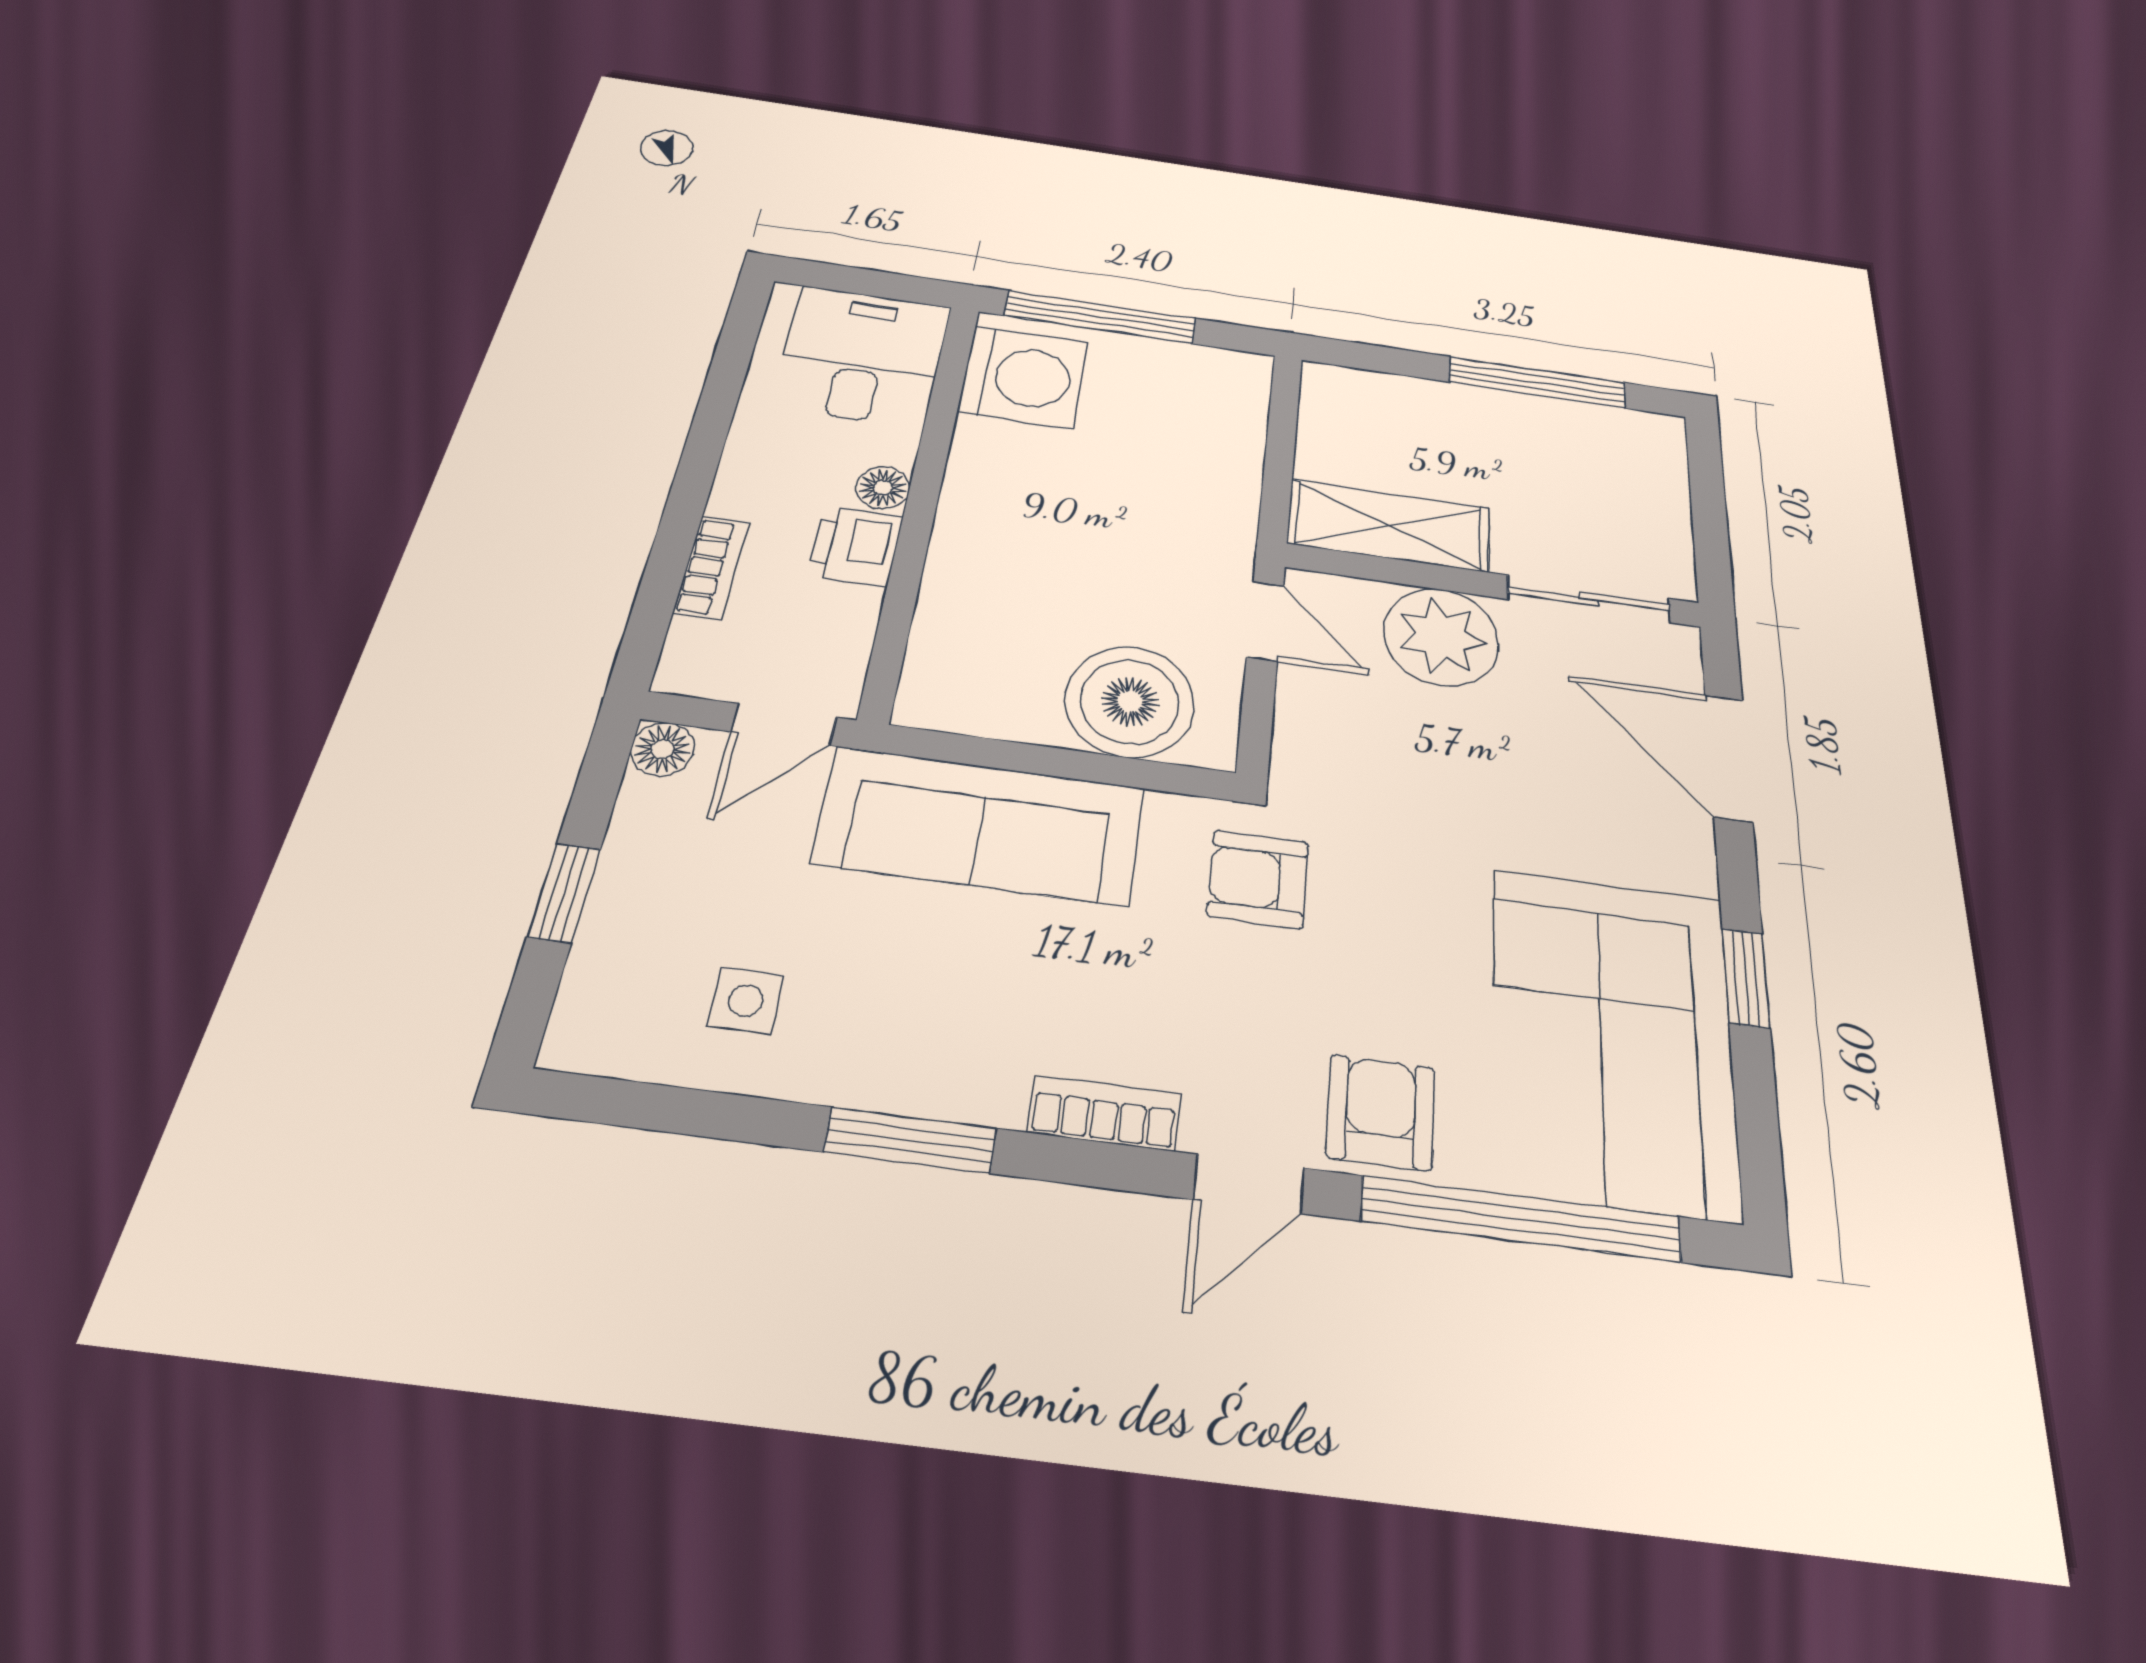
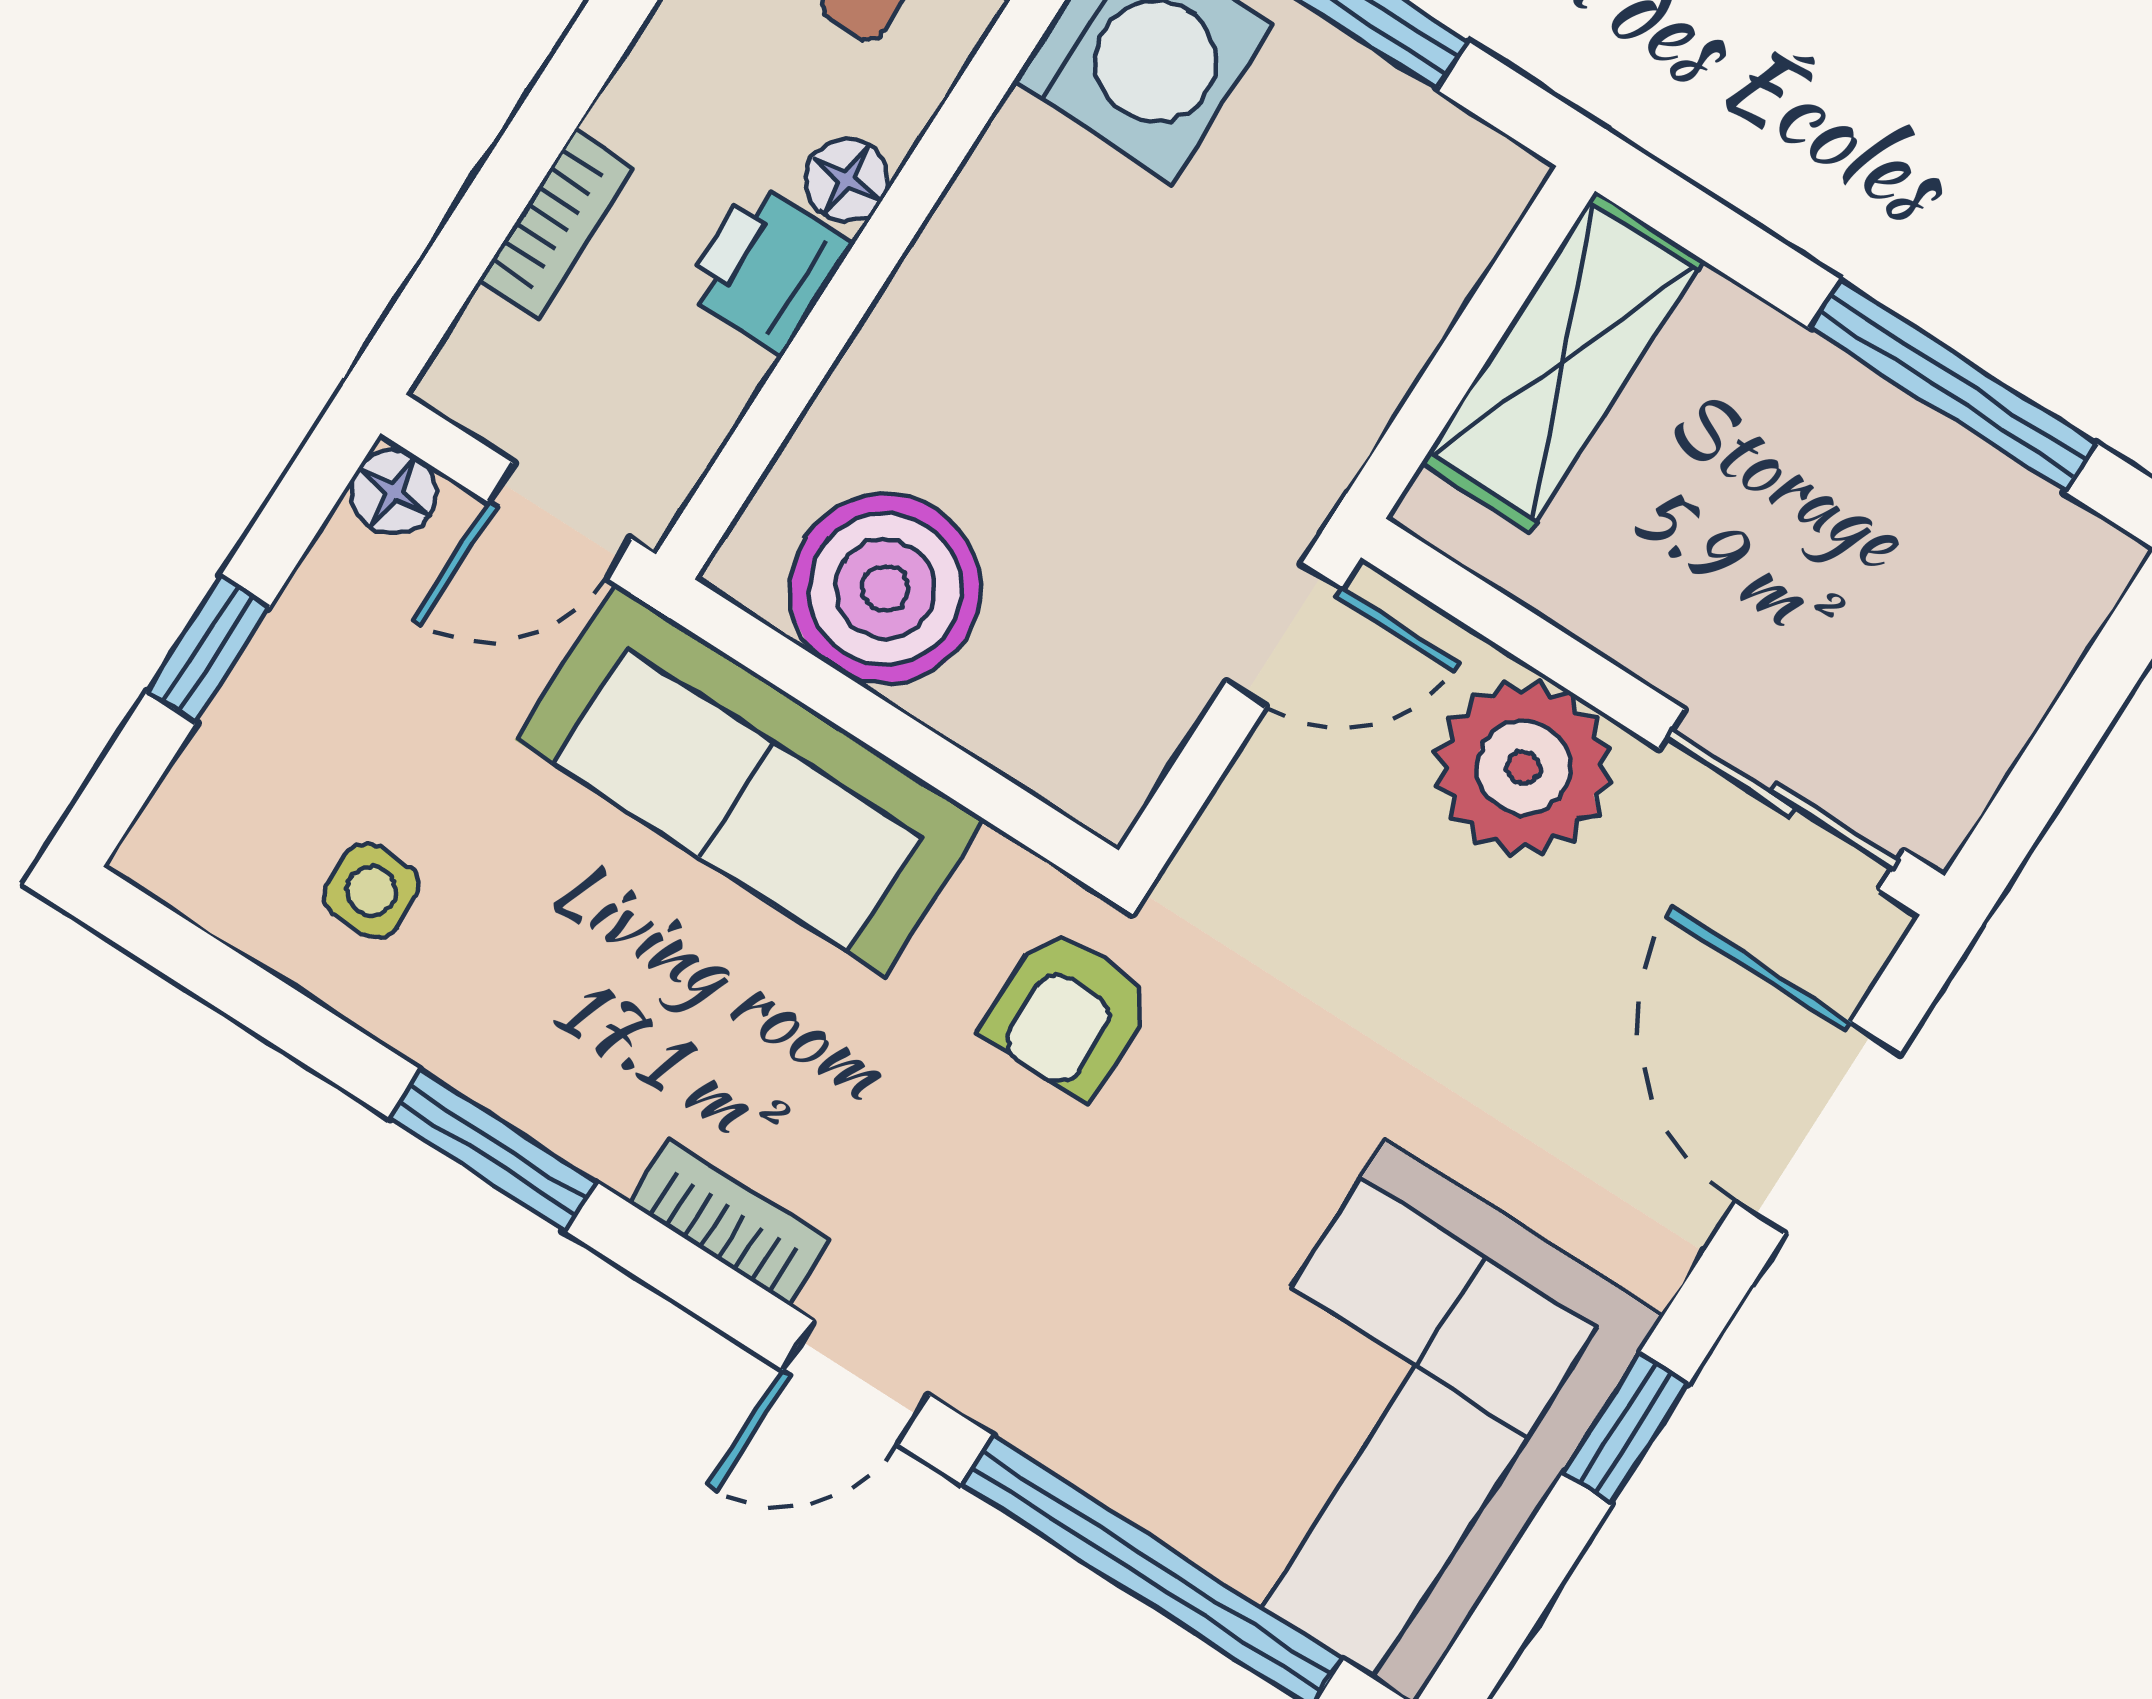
shelving: (1389, 526) -> (1563, 362), moved, turned 90
door: (1265, 621) -> (1284, 635), hinge flipped
boiler: (1130, 702) -> (885, 589), moved
armchair: (1258, 879) -> (1068, 1012), turned -90
armchair: (1381, 1112) -> (1057, 1374), removed

